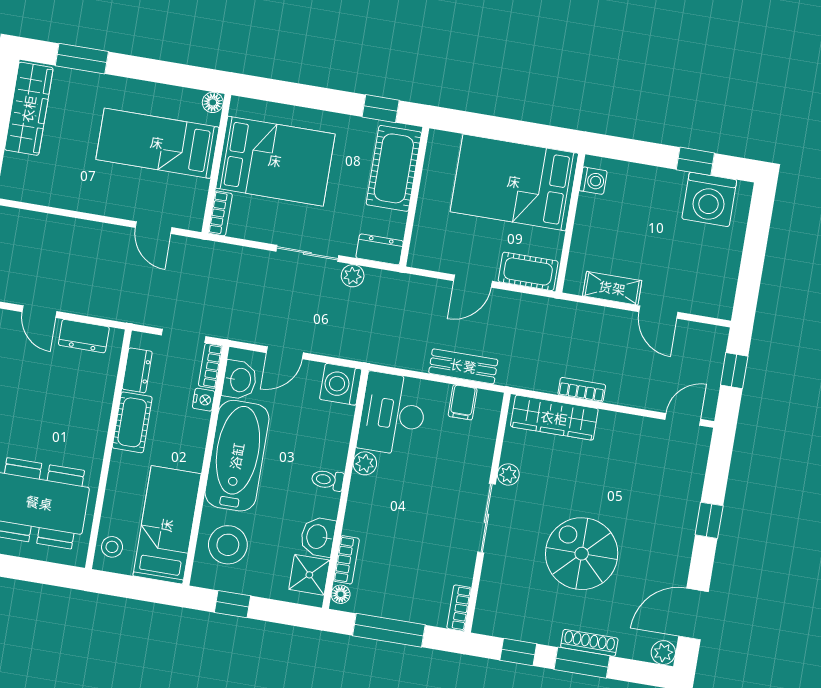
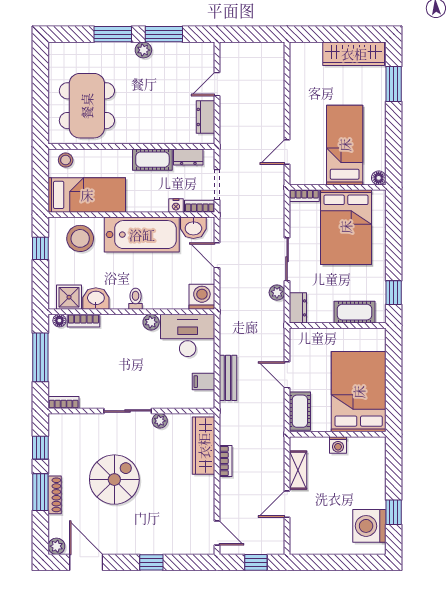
cot: (394, 168) -> (354, 312), width x0.73, depth x0.75
washing machine: (593, 181) -> (338, 445), moved

